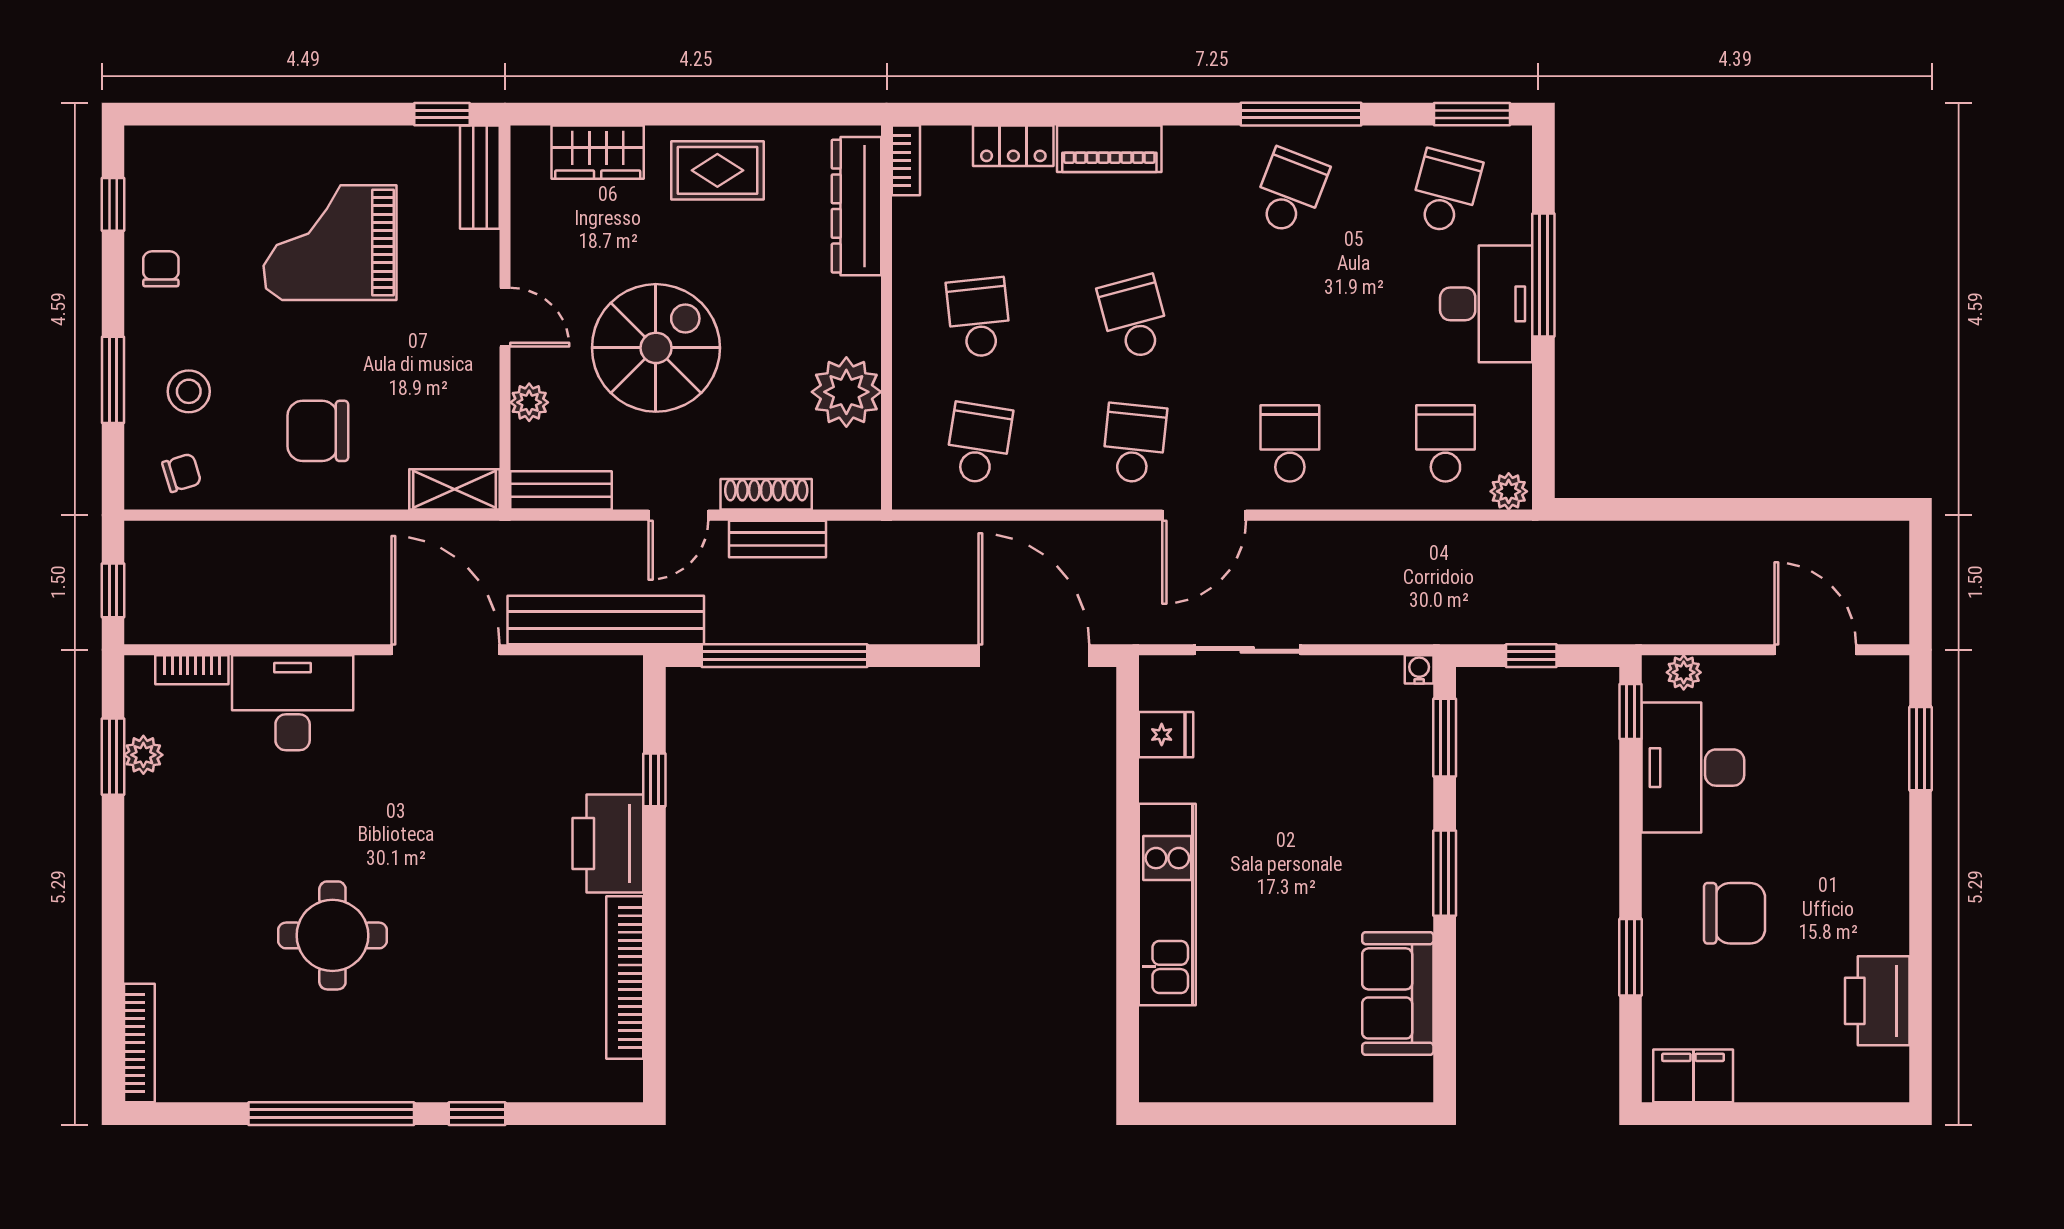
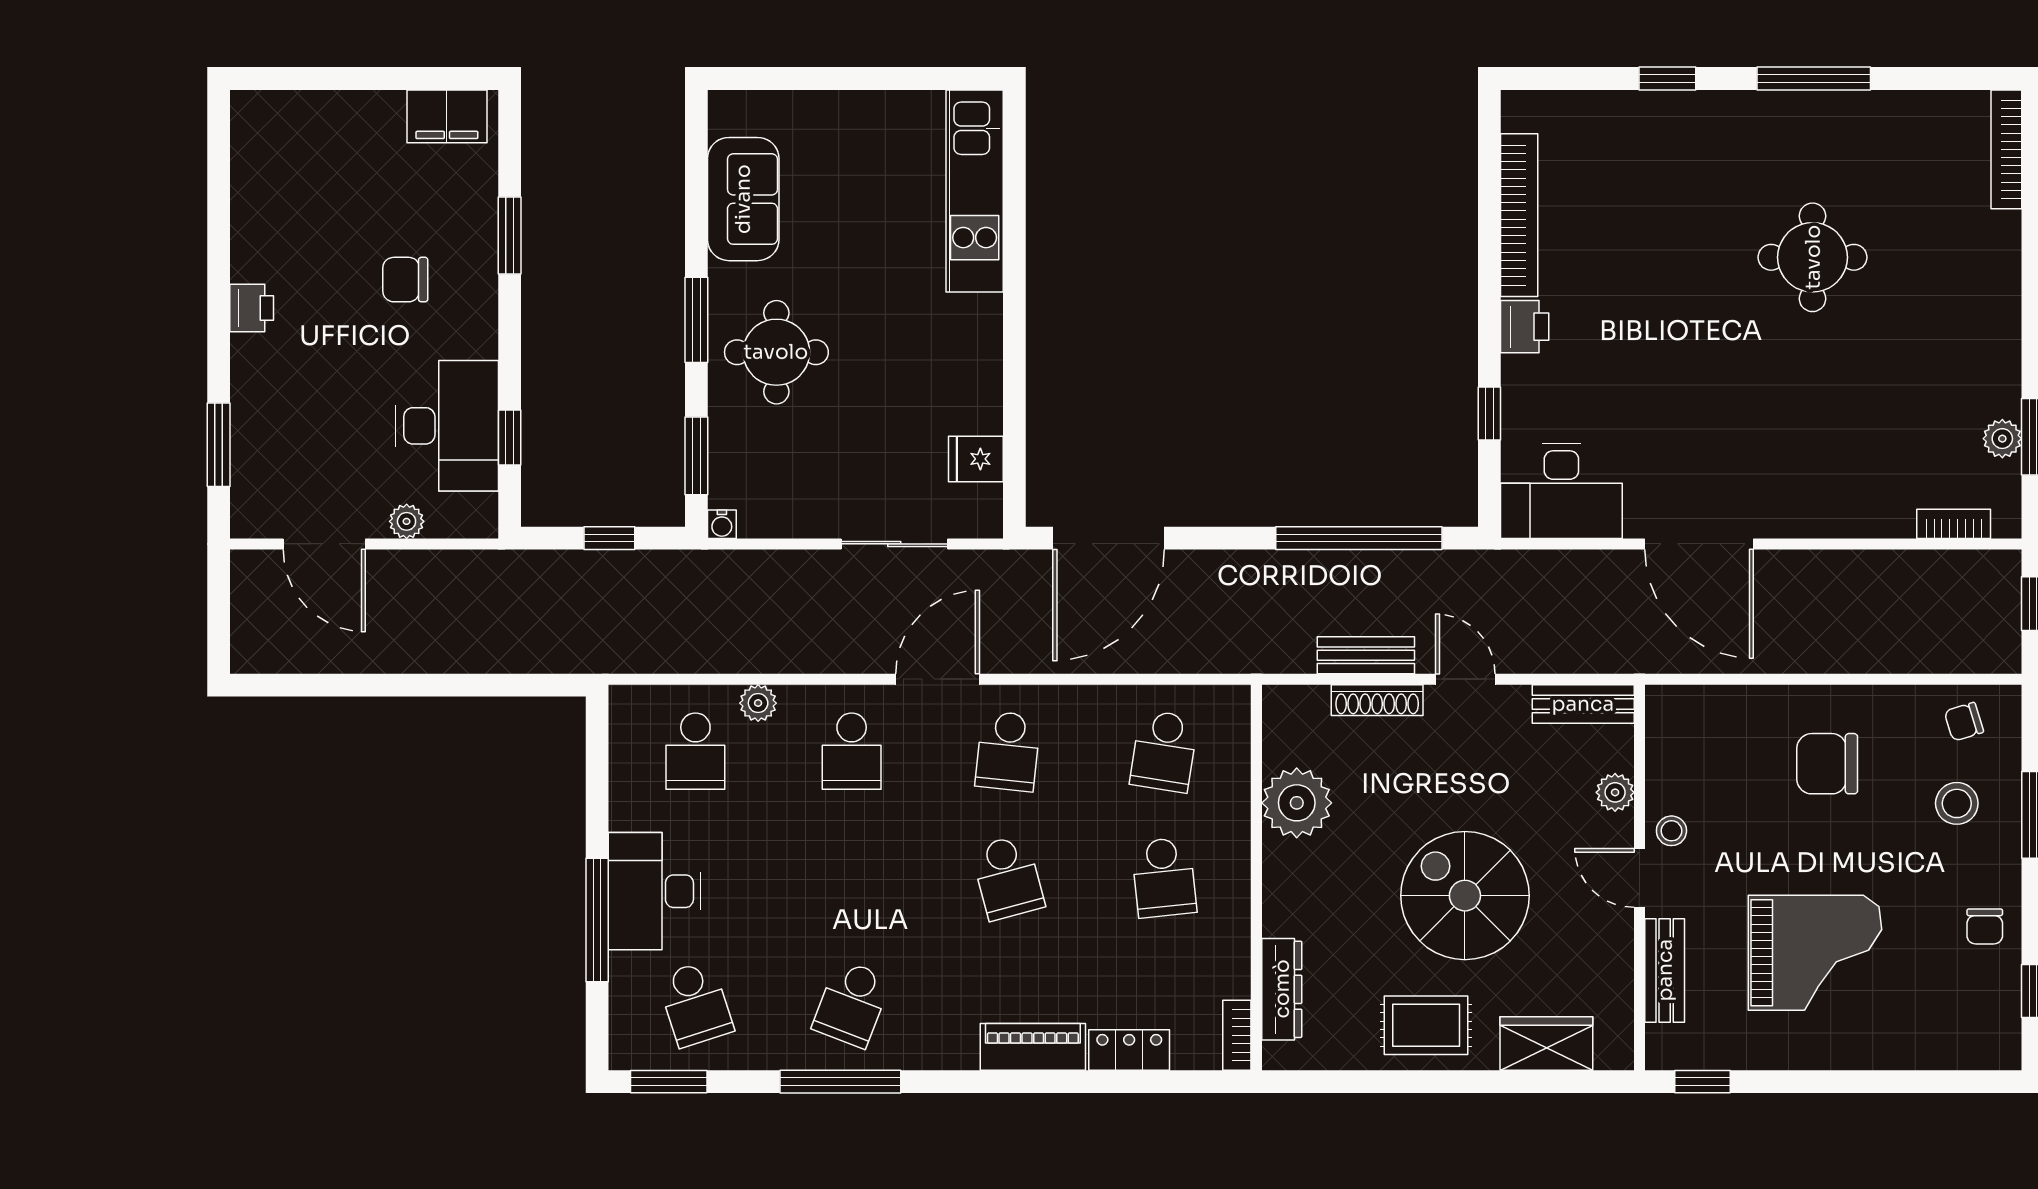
bench: (480, 177) -> (1665, 970), moved
school desk: (1445, 192) -> (695, 1004), turned -33
dresser: (856, 206) -> (1282, 989), width x0.73, depth x0.80
spiral stairs: (656, 348) -> (1465, 896), moved, turned 90
stool: (473, 364) -> (1671, 831), added
chair: (318, 431) -> (1827, 764), turned 180
shelving: (455, 489) -> (1690, 705), removed
plant: (1509, 491) -> (758, 703), moved
door: (678, 515) -> (1465, 679), hinge flipped
bench: (606, 620) -> (1538, 574), removed
door: (1034, 656) -> (1109, 538), hinge flipped
plant: (1684, 672) -> (407, 521), moved
desk: (293, 703) -> (1561, 491), moved
window: (1630, 711) -> (510, 437), moved
round table: (1365, 841) -> (776, 352), added
printer: (608, 843) -> (1525, 327), width x0.53, depth x0.68
kitchen unit: (1167, 904) -> (975, 191), moved
chair: (1735, 913) -> (405, 280), width x0.73, depth x0.73
printer: (1877, 1001) -> (252, 308), moved, width x0.53, depth x0.68
window: (331, 1114) -> (1814, 79), width x0.68

